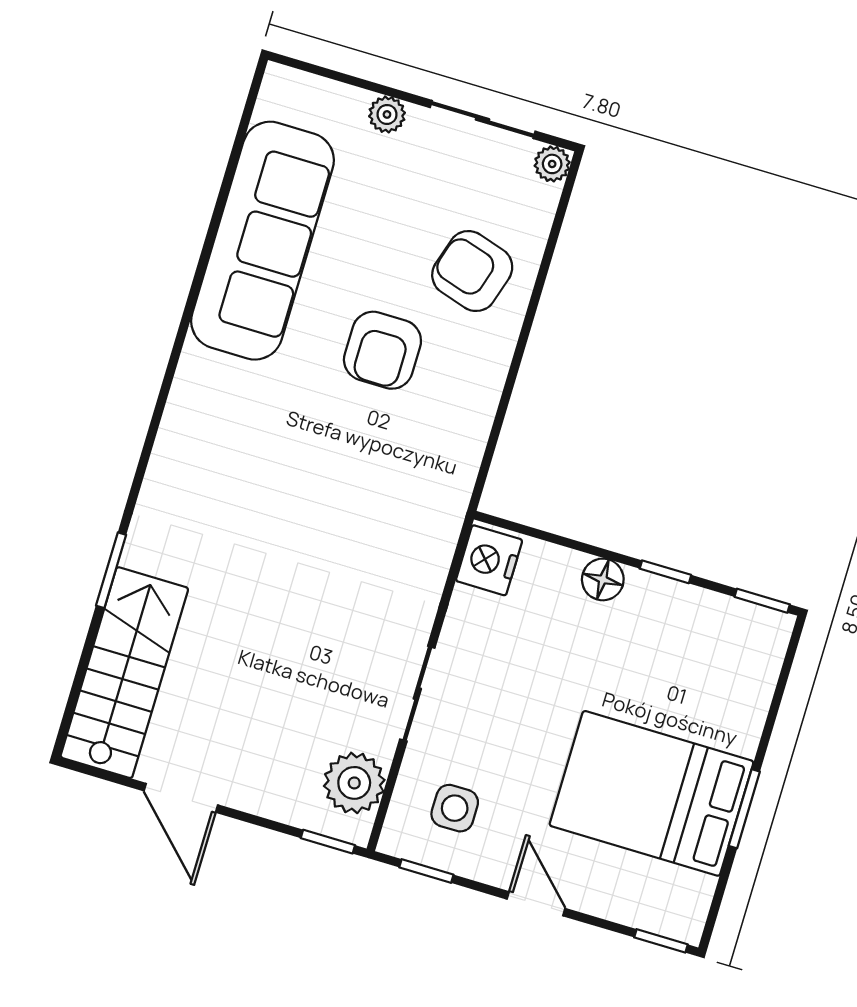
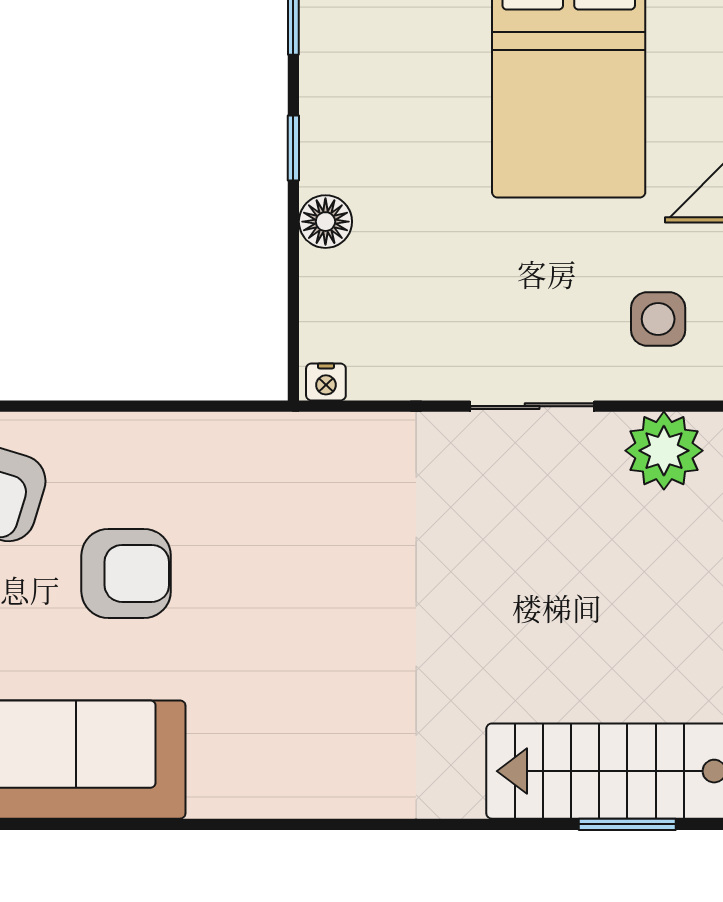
nightstand: (489, 560) -> (326, 382), width x0.53, depth x0.56
window: (111, 570) -> (627, 824), moved

